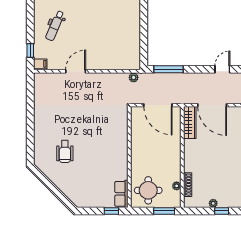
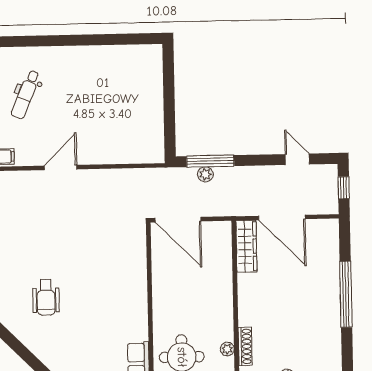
door: (222, 69) -> (297, 159), hinge flipped
plant: (134, 77) -> (205, 174), moved
door: (158, 105) -> (178, 220), moved

